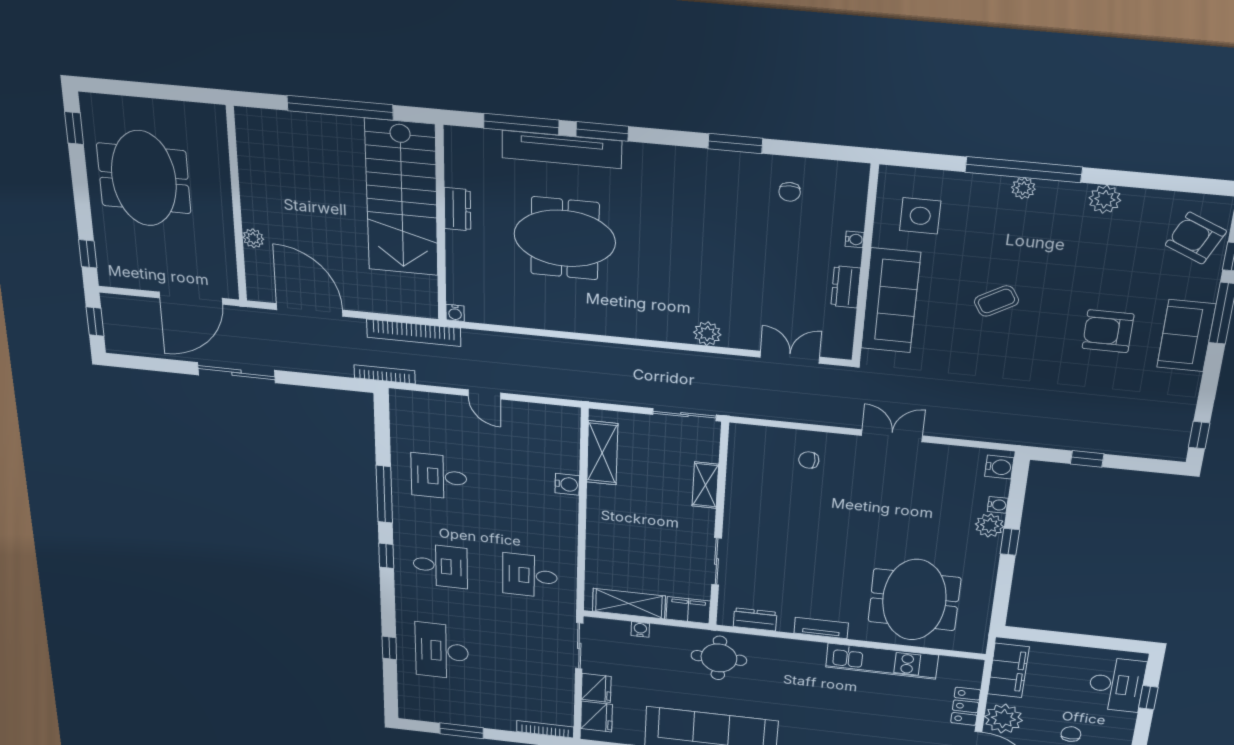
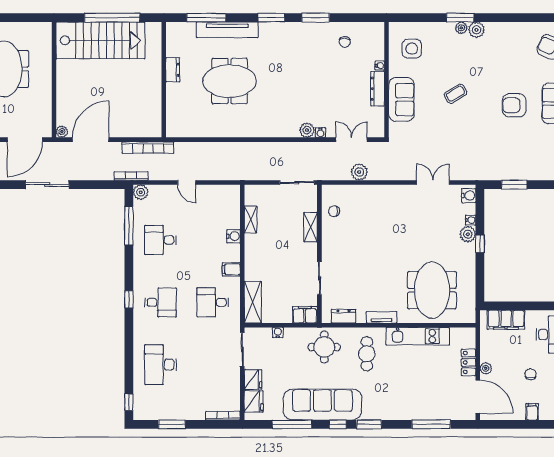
window: (602, 131) -> (271, 18), moved
window: (1024, 170) -> (460, 18), width x0.47
stairs: (402, 198) -> (100, 40), moved, turned -90
plant: (1105, 199) -> (476, 30), moved
plant: (253, 238) -> (62, 132), moved
dresser: (846, 287) -> (378, 89), width x1.44
sofa: (891, 301) -> (401, 99), width x0.73
door: (310, 310) -> (91, 140), hinge flipped
water cooler: (455, 313) -> (320, 133), moved
plant: (402, 401) -> (141, 192), added
plant: (800, 410) -> (359, 172), added
double door: (892, 436) -> (433, 182), moved
shelving: (602, 453) -> (251, 220), width x0.67, depth x0.75
window: (1087, 459) -> (514, 185), width x1.50
chair: (809, 460) -> (334, 211), moved
window: (384, 494) -> (129, 226), moved
filing cabinet: (563, 532) -> (231, 269), added
shelving: (629, 604) -> (253, 302), moved, turned 90
window: (389, 648) -> (129, 402), moved
filing cabinet: (1008, 670) -> (506, 320), moved, turned 90
cafe table: (791, 675) -> (367, 354), added
plant: (1003, 719) -> (486, 368), width x0.53, depth x0.53

